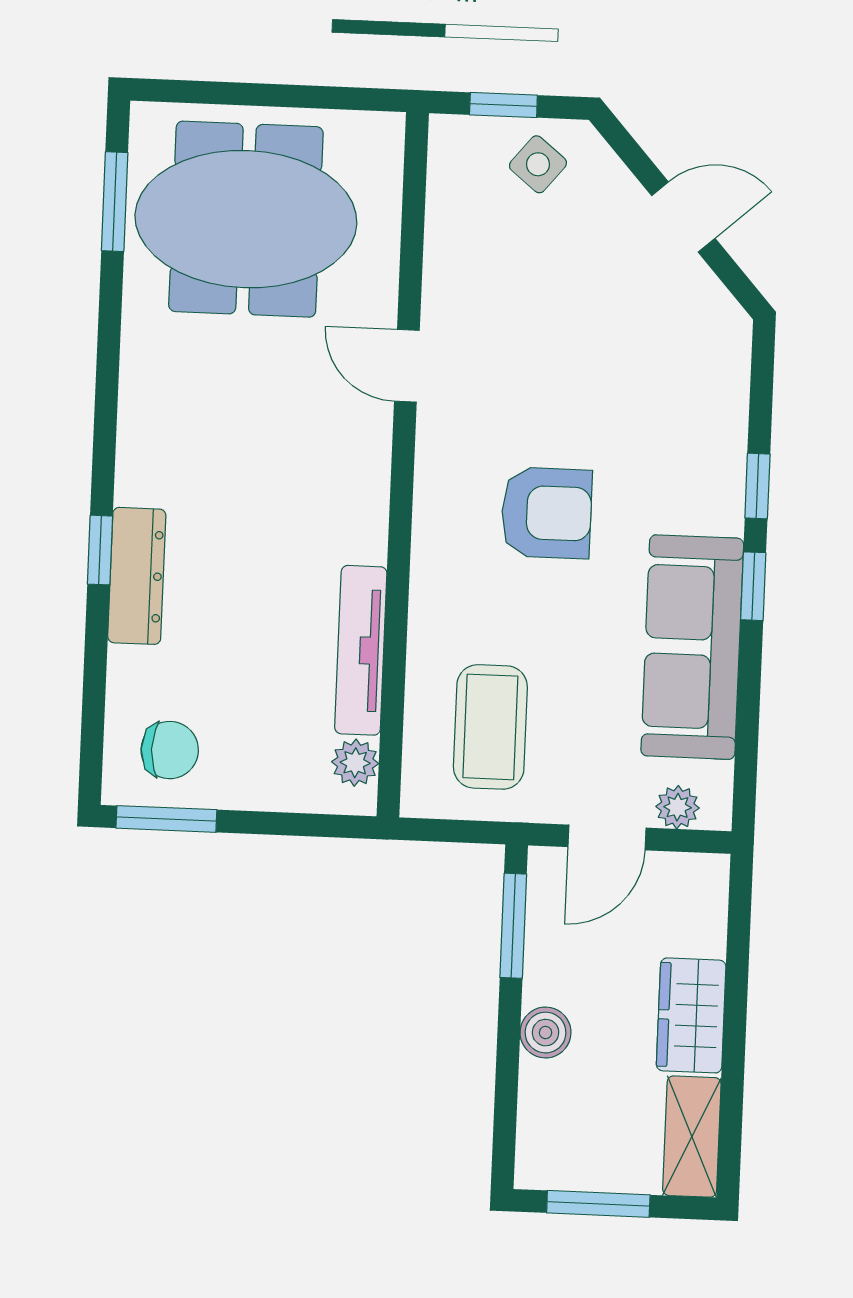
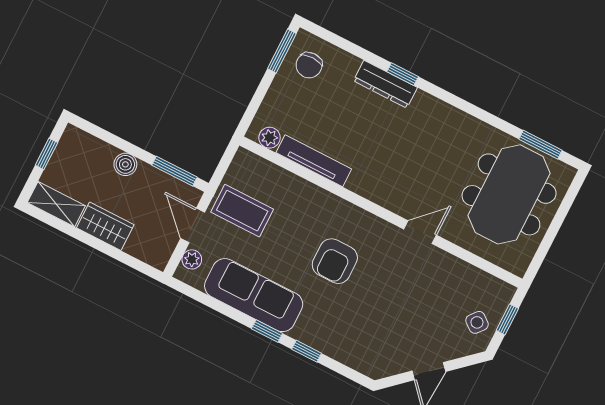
coffee table: (490, 727) -> (242, 211), moved
window: (598, 1204) -> (46, 154), width x0.67

